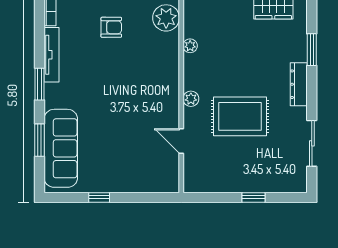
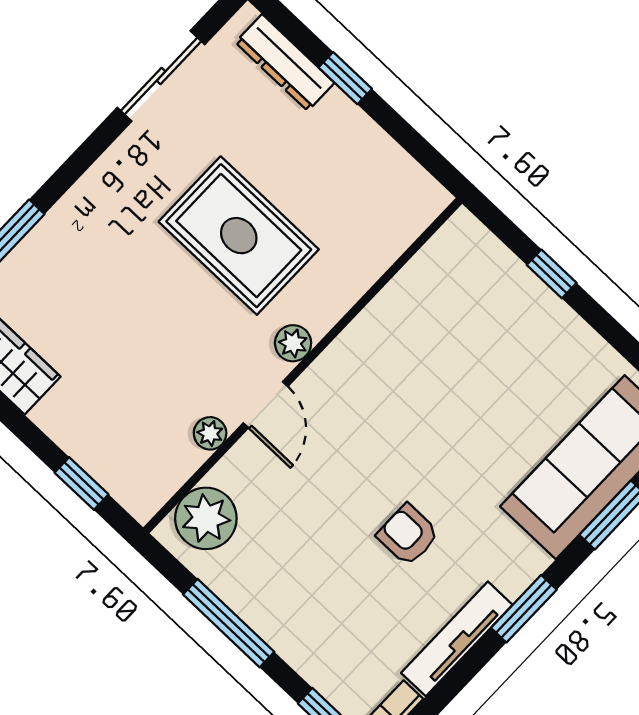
armchair: (111, 27) -> (408, 535), moved
dresser: (299, 84) -> (285, 63), moved, turned 90
door: (181, 141) -> (265, 405), moved
window: (99, 197) -> (552, 274), moved

